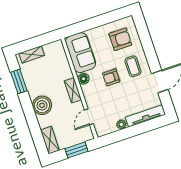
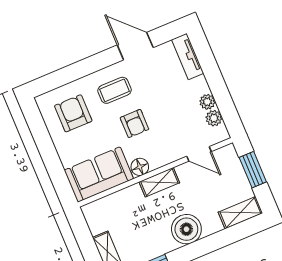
tv unit: (146, 116) -> (188, 56), width x0.71
plant: (111, 128) -> (214, 118), added

